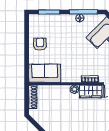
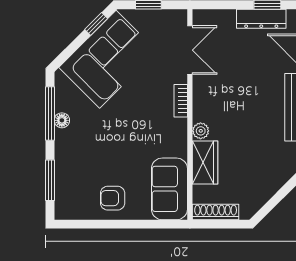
wardrobe: (91, 91) -> (205, 162), moved

